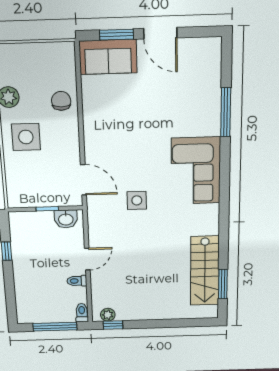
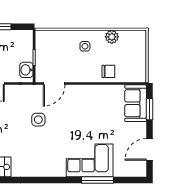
door: (160, 33) -> (149, 149), moved
side table: (26, 137) -> (85, 46), width x0.54, depth x0.54
corner sofa: (196, 171) -> (90, 160), moved

